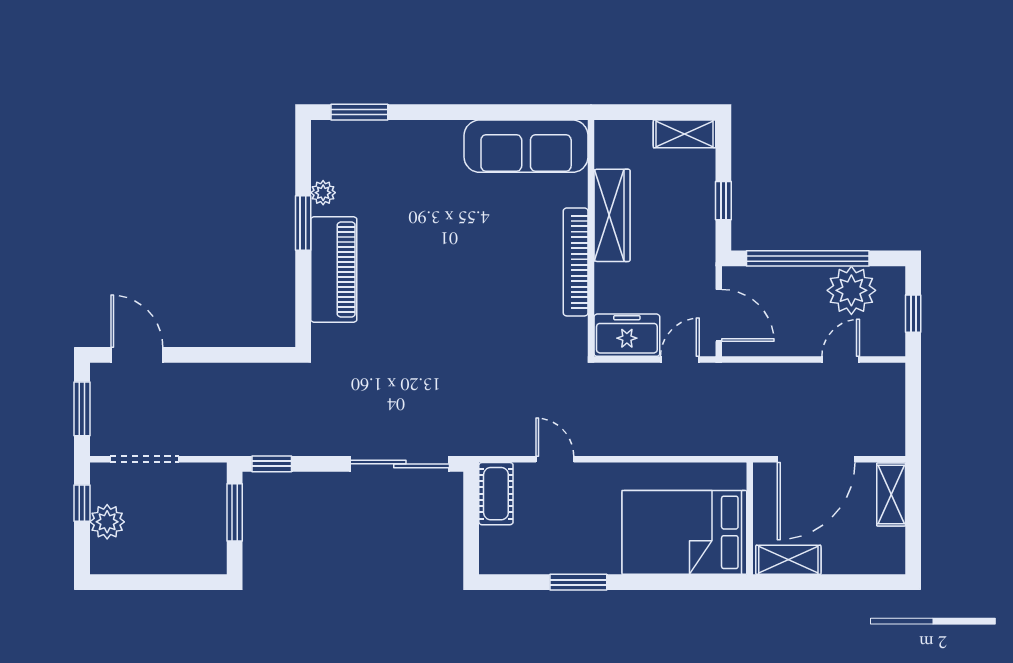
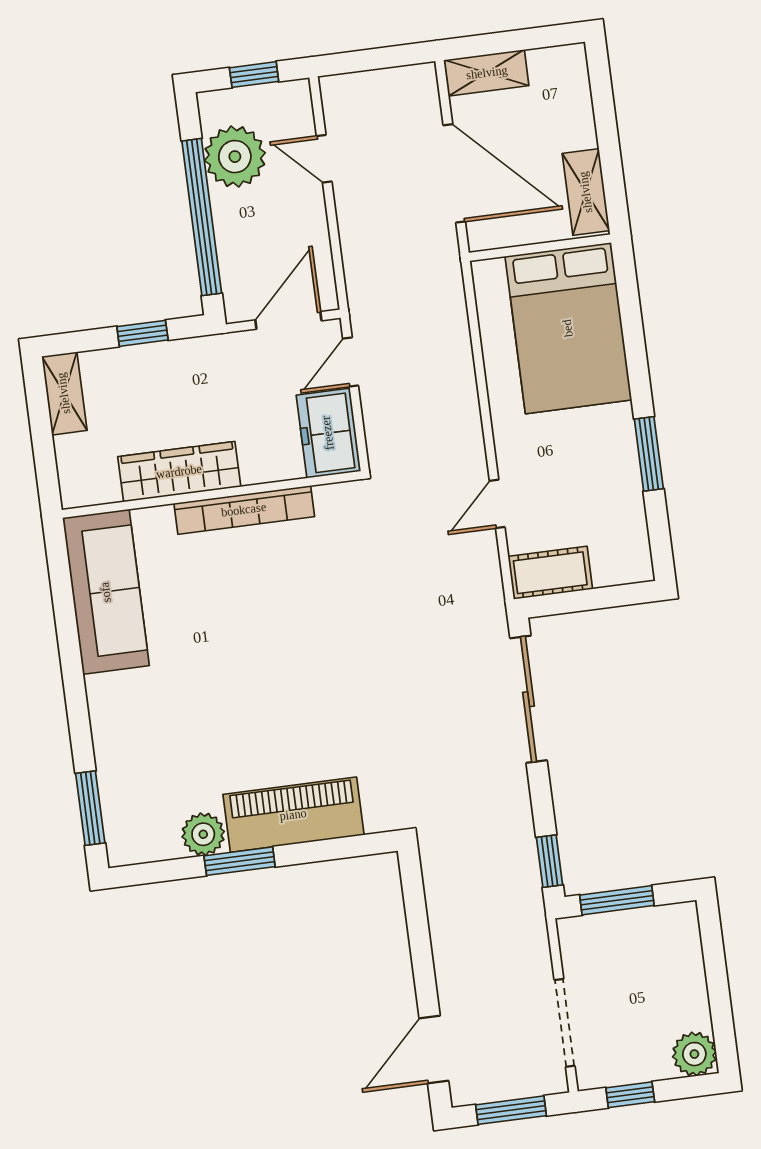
plant: (323, 193) -> (203, 834), width x1.38, depth x1.38
door: (680, 360) -> (351, 362), hinge flipped
plant: (107, 522) -> (694, 1054), moved

